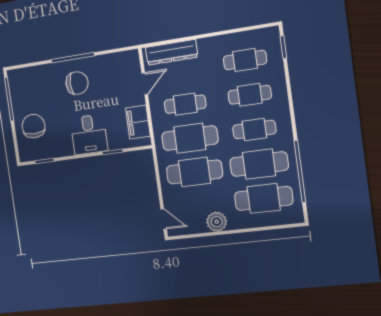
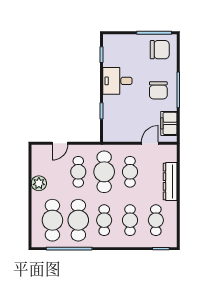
dresser: (172, 52) -> (170, 181), moved
door: (145, 84) -> (150, 143), swing flipped
filing cabinet: (138, 122) -> (169, 123), moved, turned -90
chair: (34, 126) -> (160, 50), moved
desk: (89, 134) -> (117, 81), moved
cafe table: (194, 172) -> (78, 172), width x0.73, depth x0.74
door: (164, 219) -> (60, 143), moved

